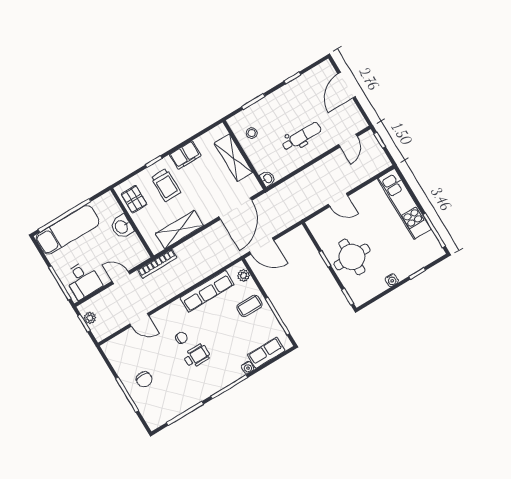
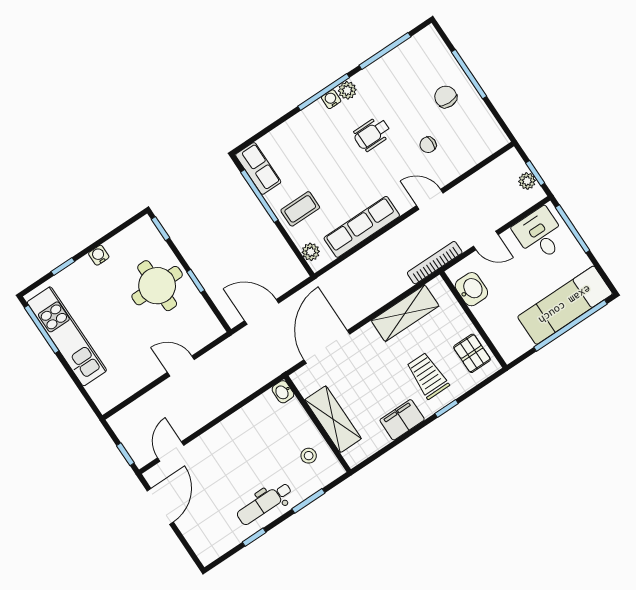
door: (347, 85) -> (160, 506), moved
dental chair: (301, 137) -> (264, 504), moved
kitchen unit: (404, 204) -> (67, 336), moved
washbasin: (122, 227) -> (471, 289), moved
door: (262, 246) -> (262, 312), moved
door: (139, 320) -> (430, 199), moved
chair: (181, 338) -> (428, 145), moved
row of seats: (266, 353) -> (258, 168), moved, turned -90
water cooler: (248, 367) -> (331, 99), moved
plant: (213, 387) -> (347, 90), added

